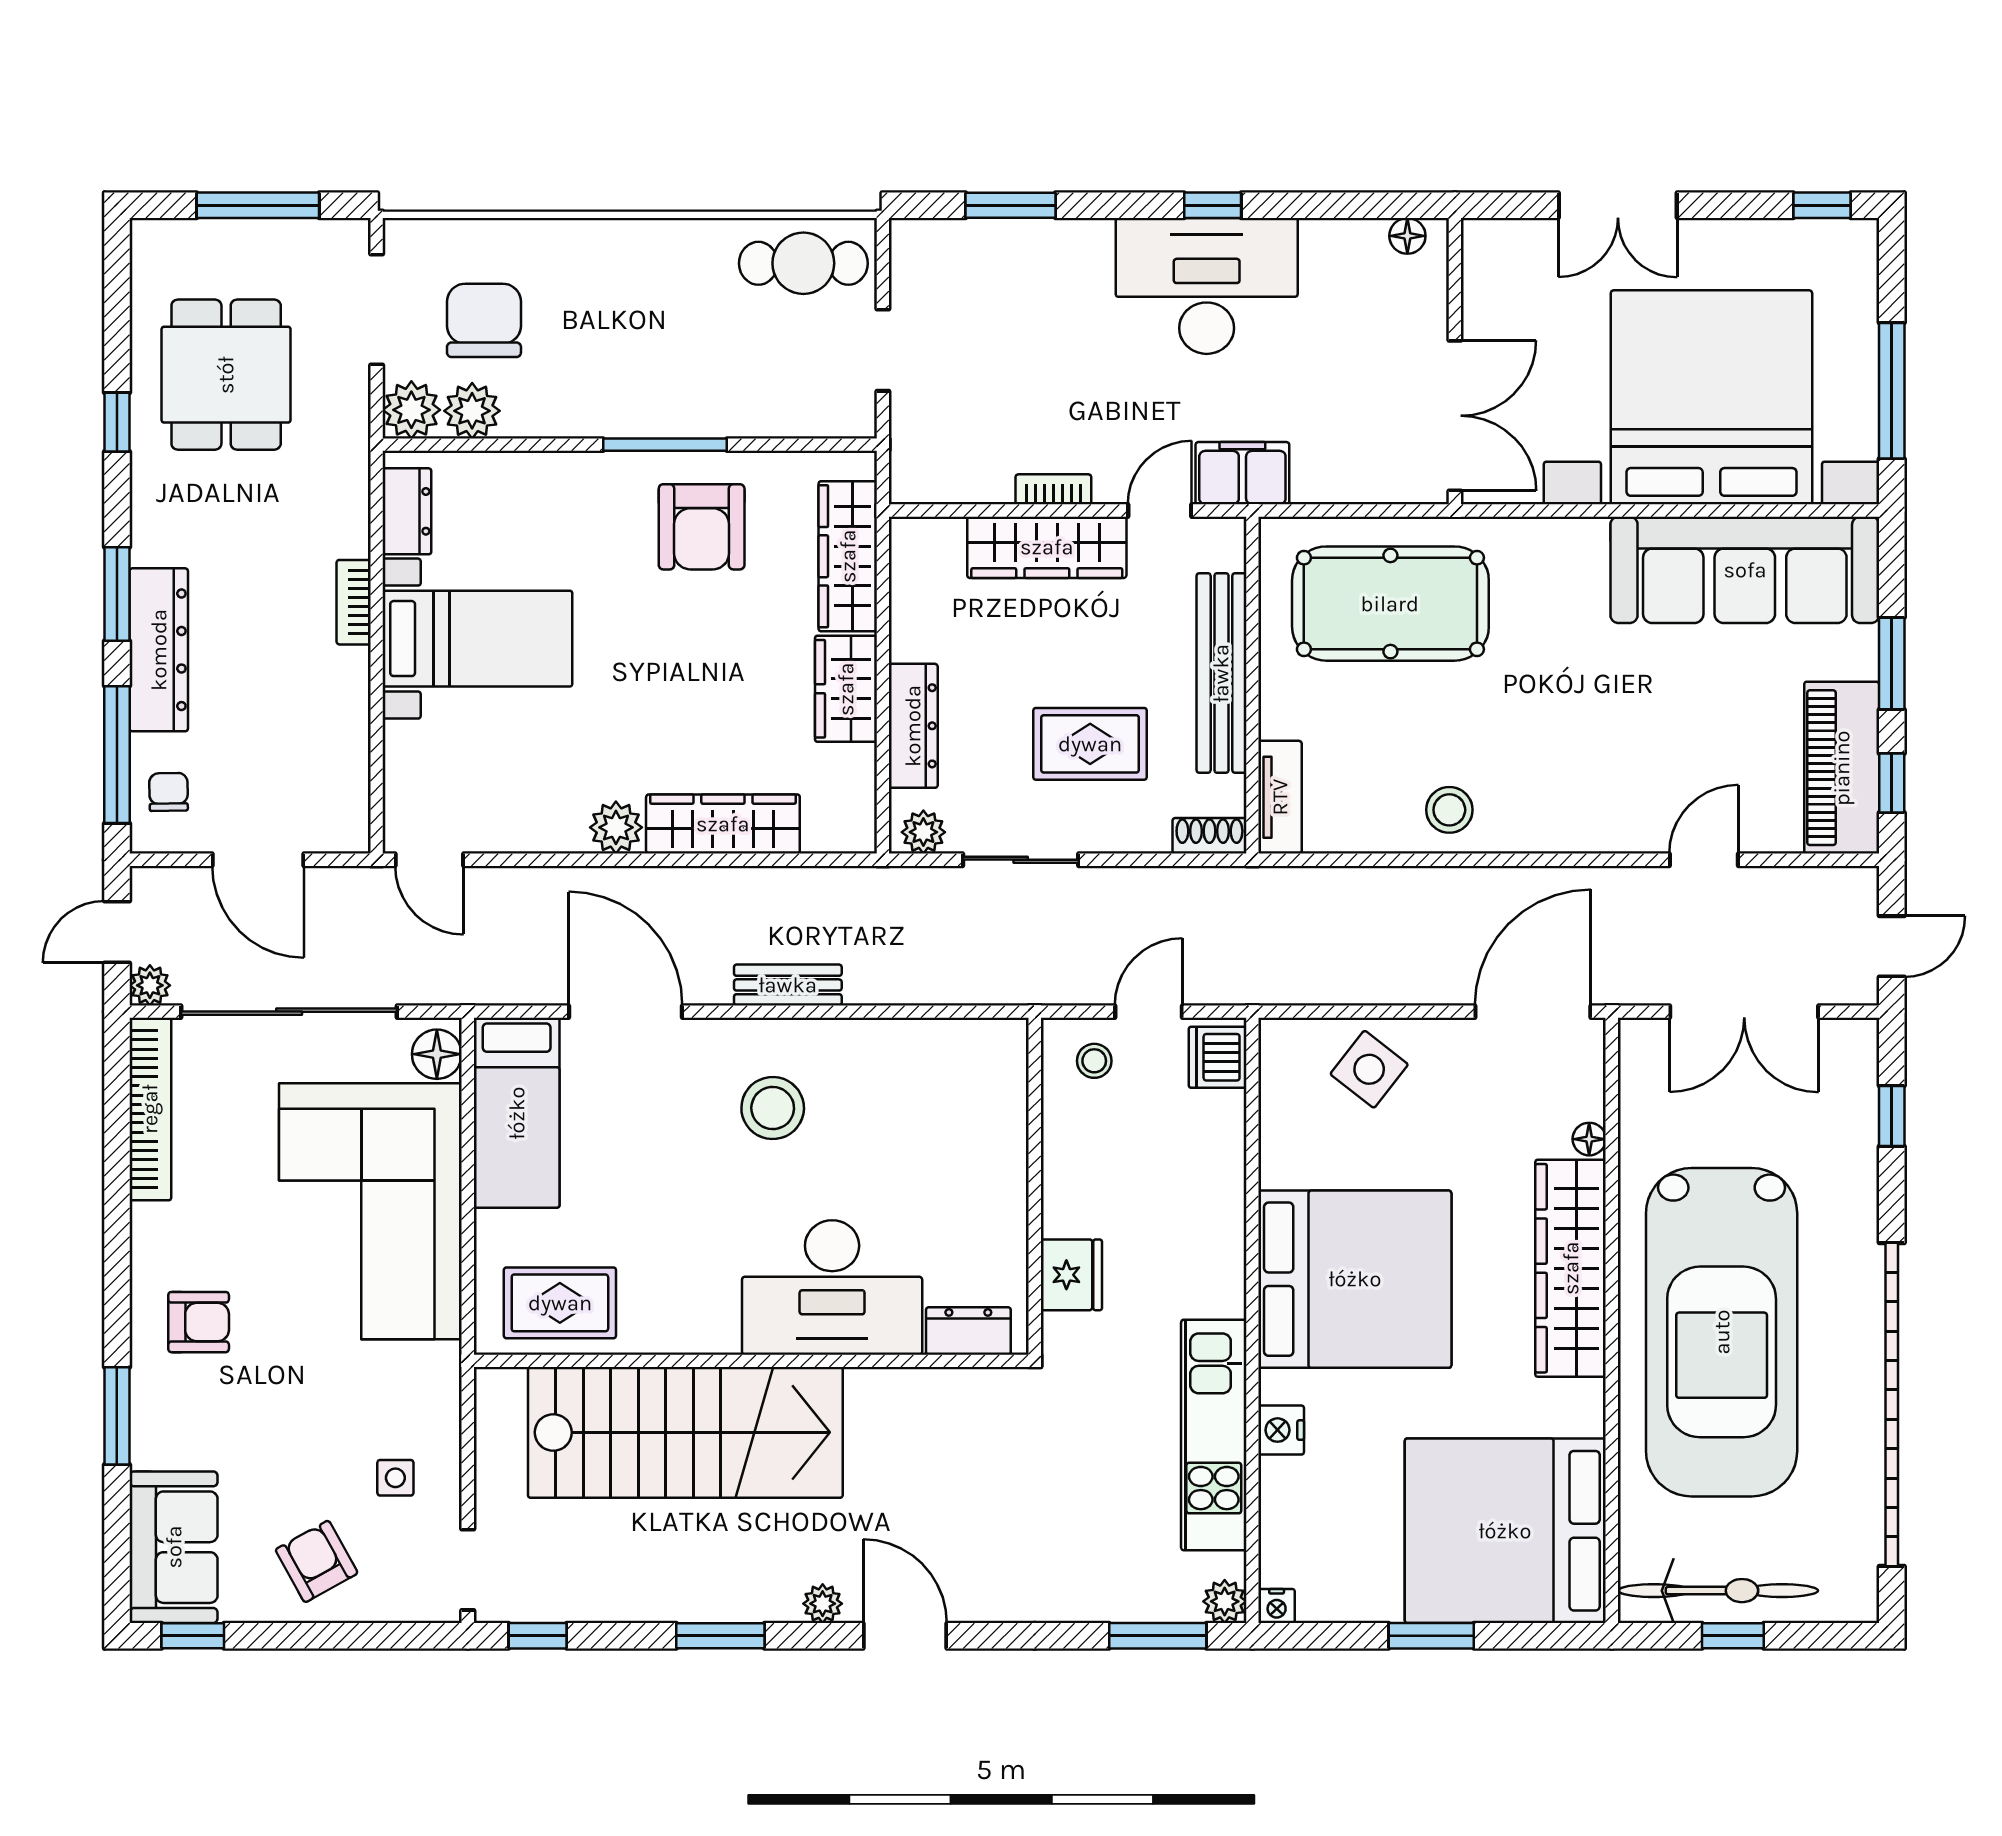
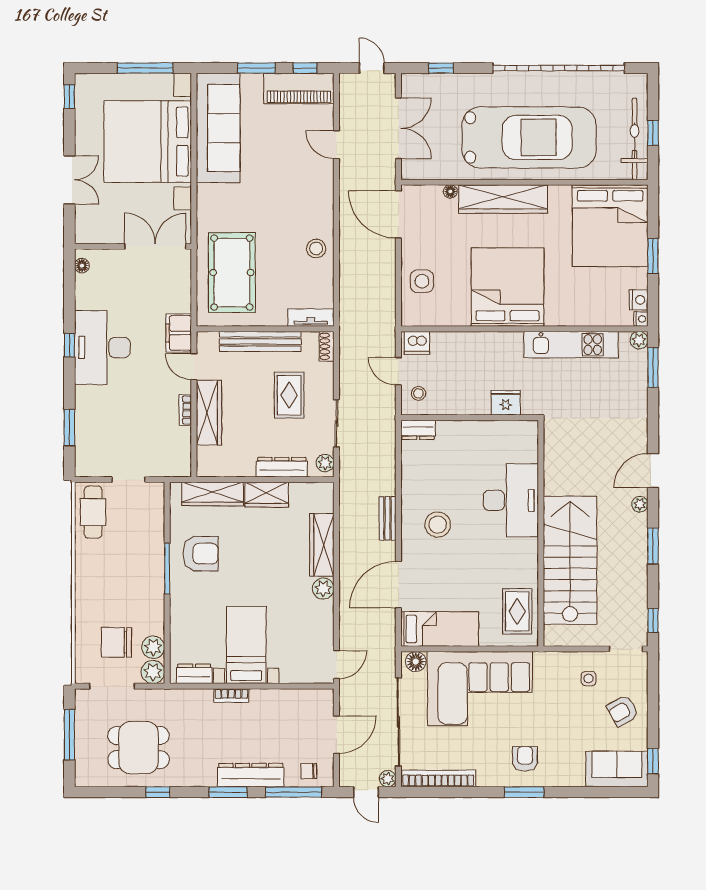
side table: (1369, 1069) -> (422, 281), turned -38
dresser: (968, 1331) -> (418, 430), moved, turned -90
window: (117, 1416) -> (524, 792), moved
nightstand: (1281, 1430) -> (639, 300), moved, turned -90

